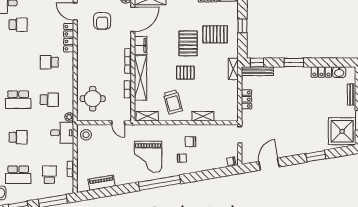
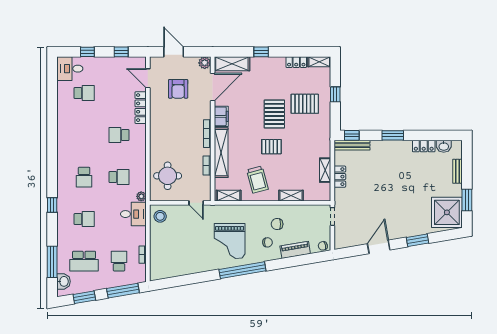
shelving: (233, 69) -> (325, 170), moved
school desk: (18, 100) -> (84, 177), width x0.54
door: (269, 164) -> (379, 247), moved
piano: (102, 183) -> (295, 250), moved

